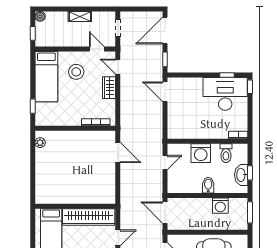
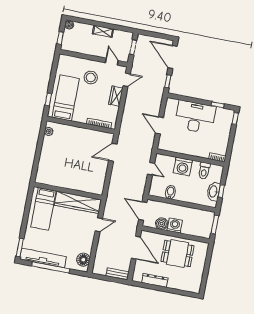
door: (165, 31) -> (173, 57), hinge flipped
door: (118, 67) -> (127, 80), swing flipped
bed: (46, 77) -> (66, 98), moved, turned 180
door: (165, 92) -> (159, 125), moved
desk: (225, 94) -> (195, 117), moved
door: (118, 152) -> (113, 152), swing flipped
door: (165, 163) -> (151, 169), hinge flipped
bidet: (208, 185) -> (170, 192), moved
washing machine: (220, 206) -> (175, 225), moved, turned 180
boiler: (189, 223) -> (162, 224), added

